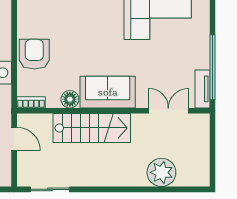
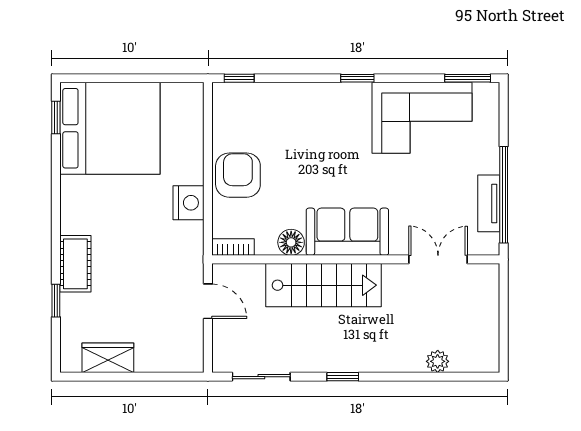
tv unit: (203, 89) -> (489, 203), moved
plant: (161, 172) -> (438, 361), width x0.53, depth x0.53
window: (105, 189) -> (343, 377), added

